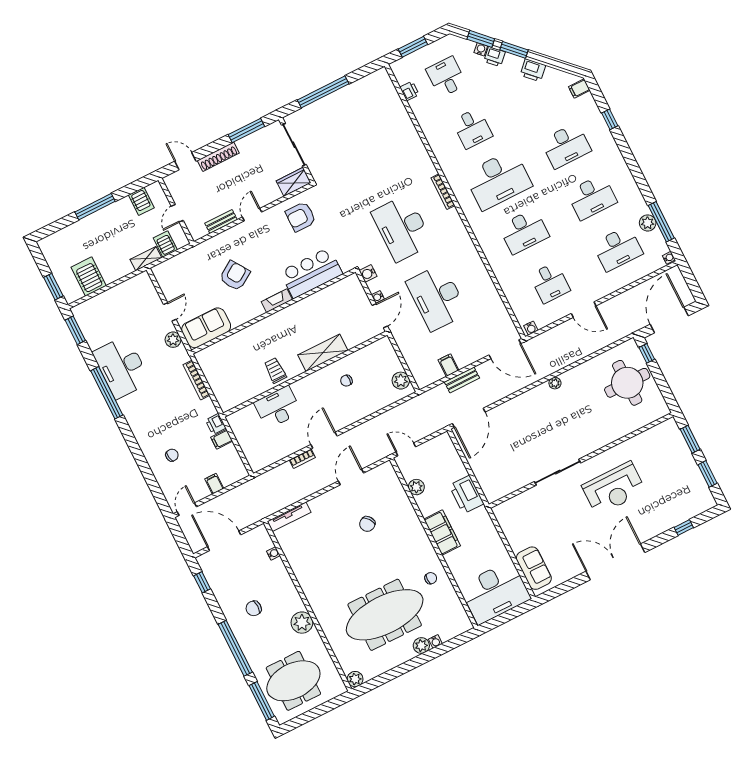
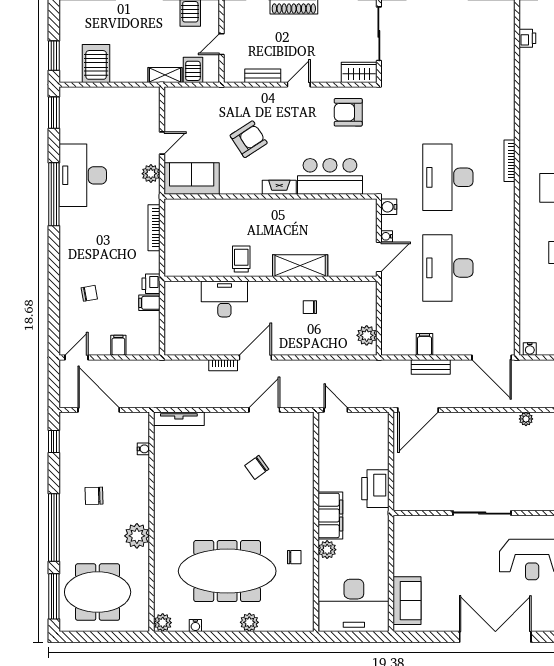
plant: (416, 487) -> (327, 550), moved
water cooler: (435, 641) -> (195, 625), moved

